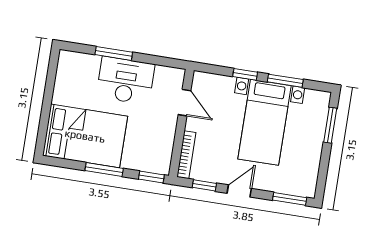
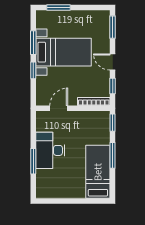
bed: (85, 136) -> (98, 172), width x0.67

